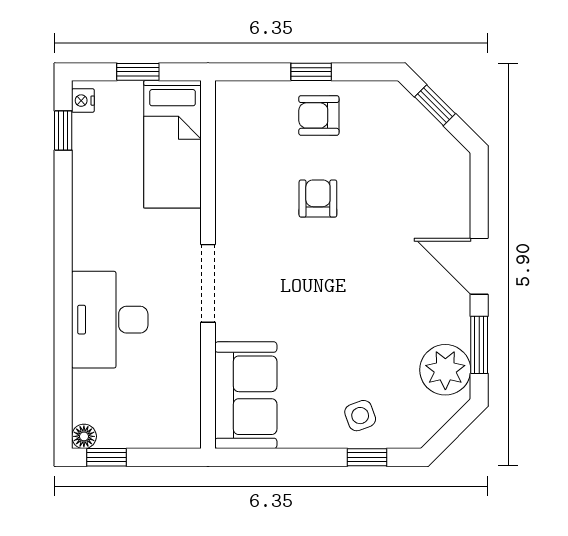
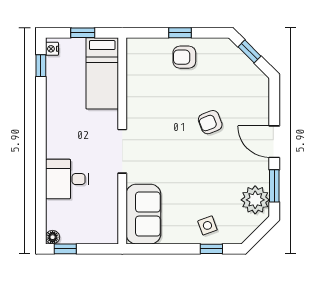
armchair: (318, 199) -> (210, 122), moved, turned -111
desk: (110, 320) -> (67, 179), width x0.73

